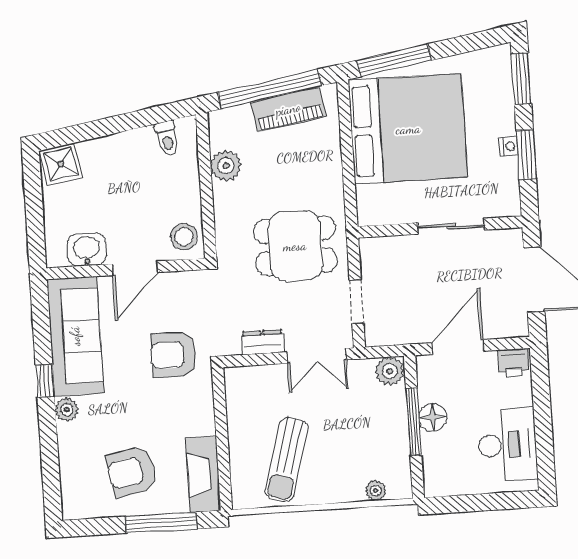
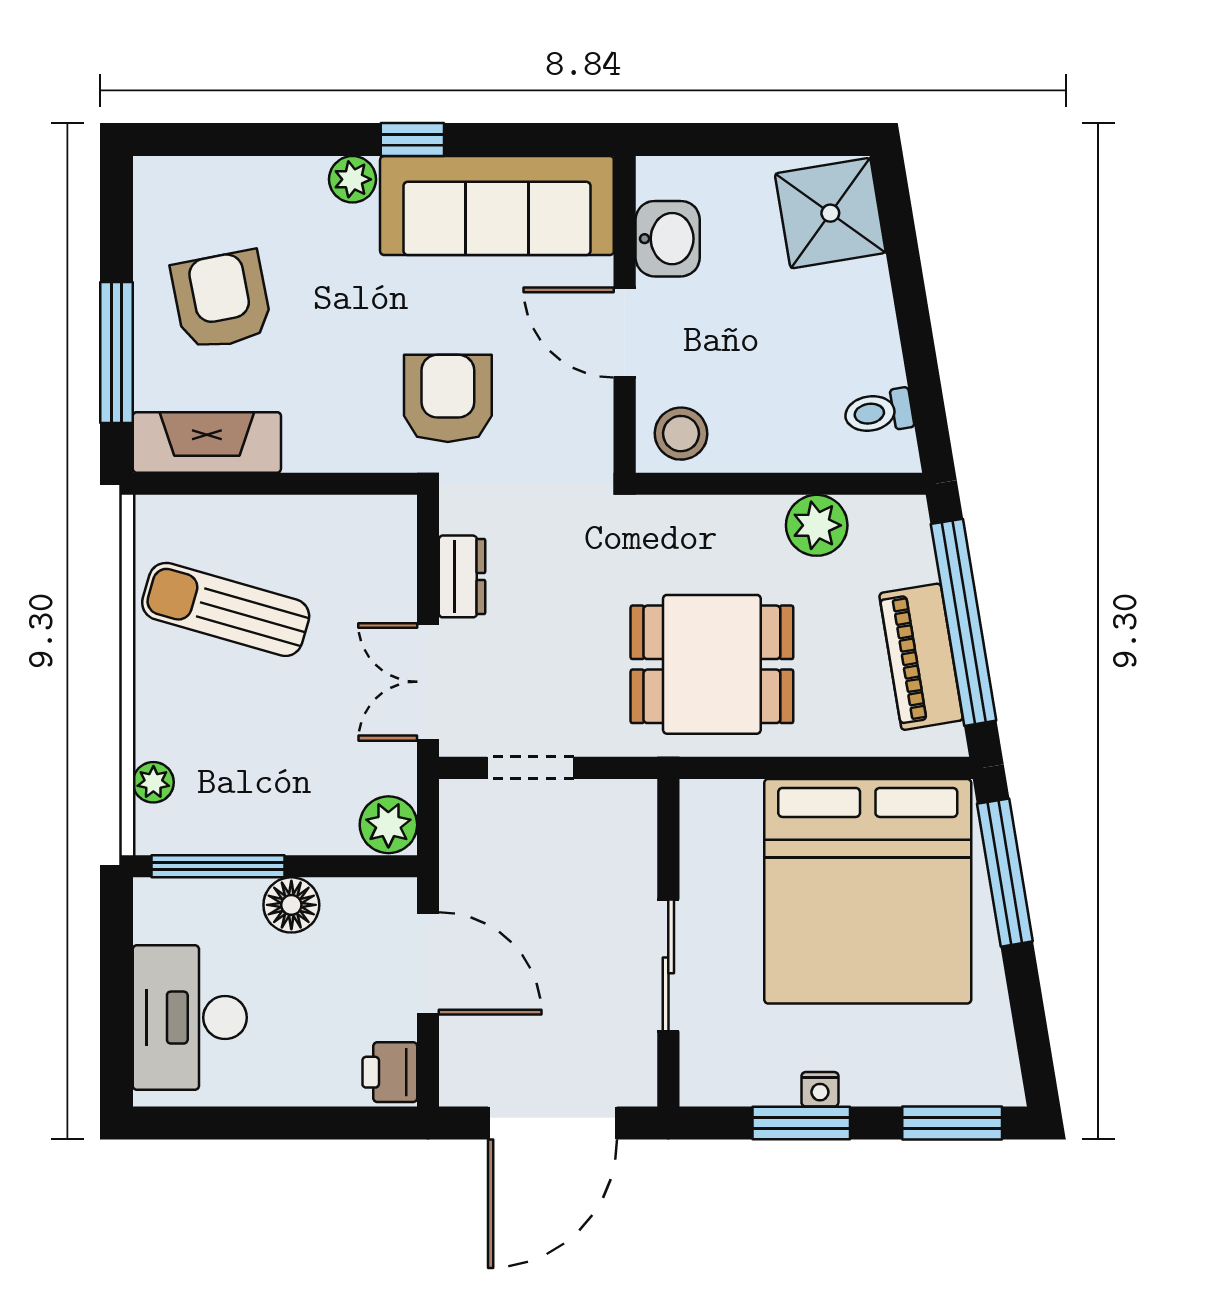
shower: (61, 164) -> (830, 213), width x1.36, depth x1.36
dining table: (295, 246) -> (712, 664), moved, turned 90
window: (414, 422) -> (218, 866), moved
desk: (508, 445) -> (190, 1018), moved, turned 90

